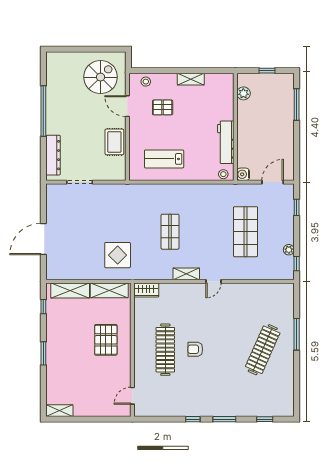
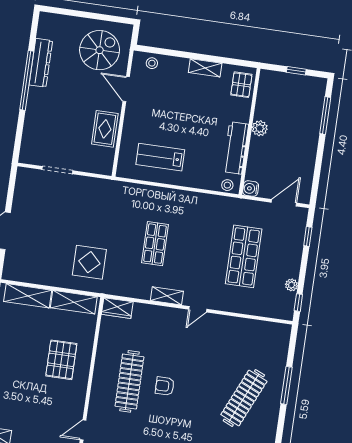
plant: (243, 93) -> (260, 128), moved
pallet: (163, 107) -> (241, 85), moved, turned 90
dresser: (53, 155) -> (41, 63), moved

